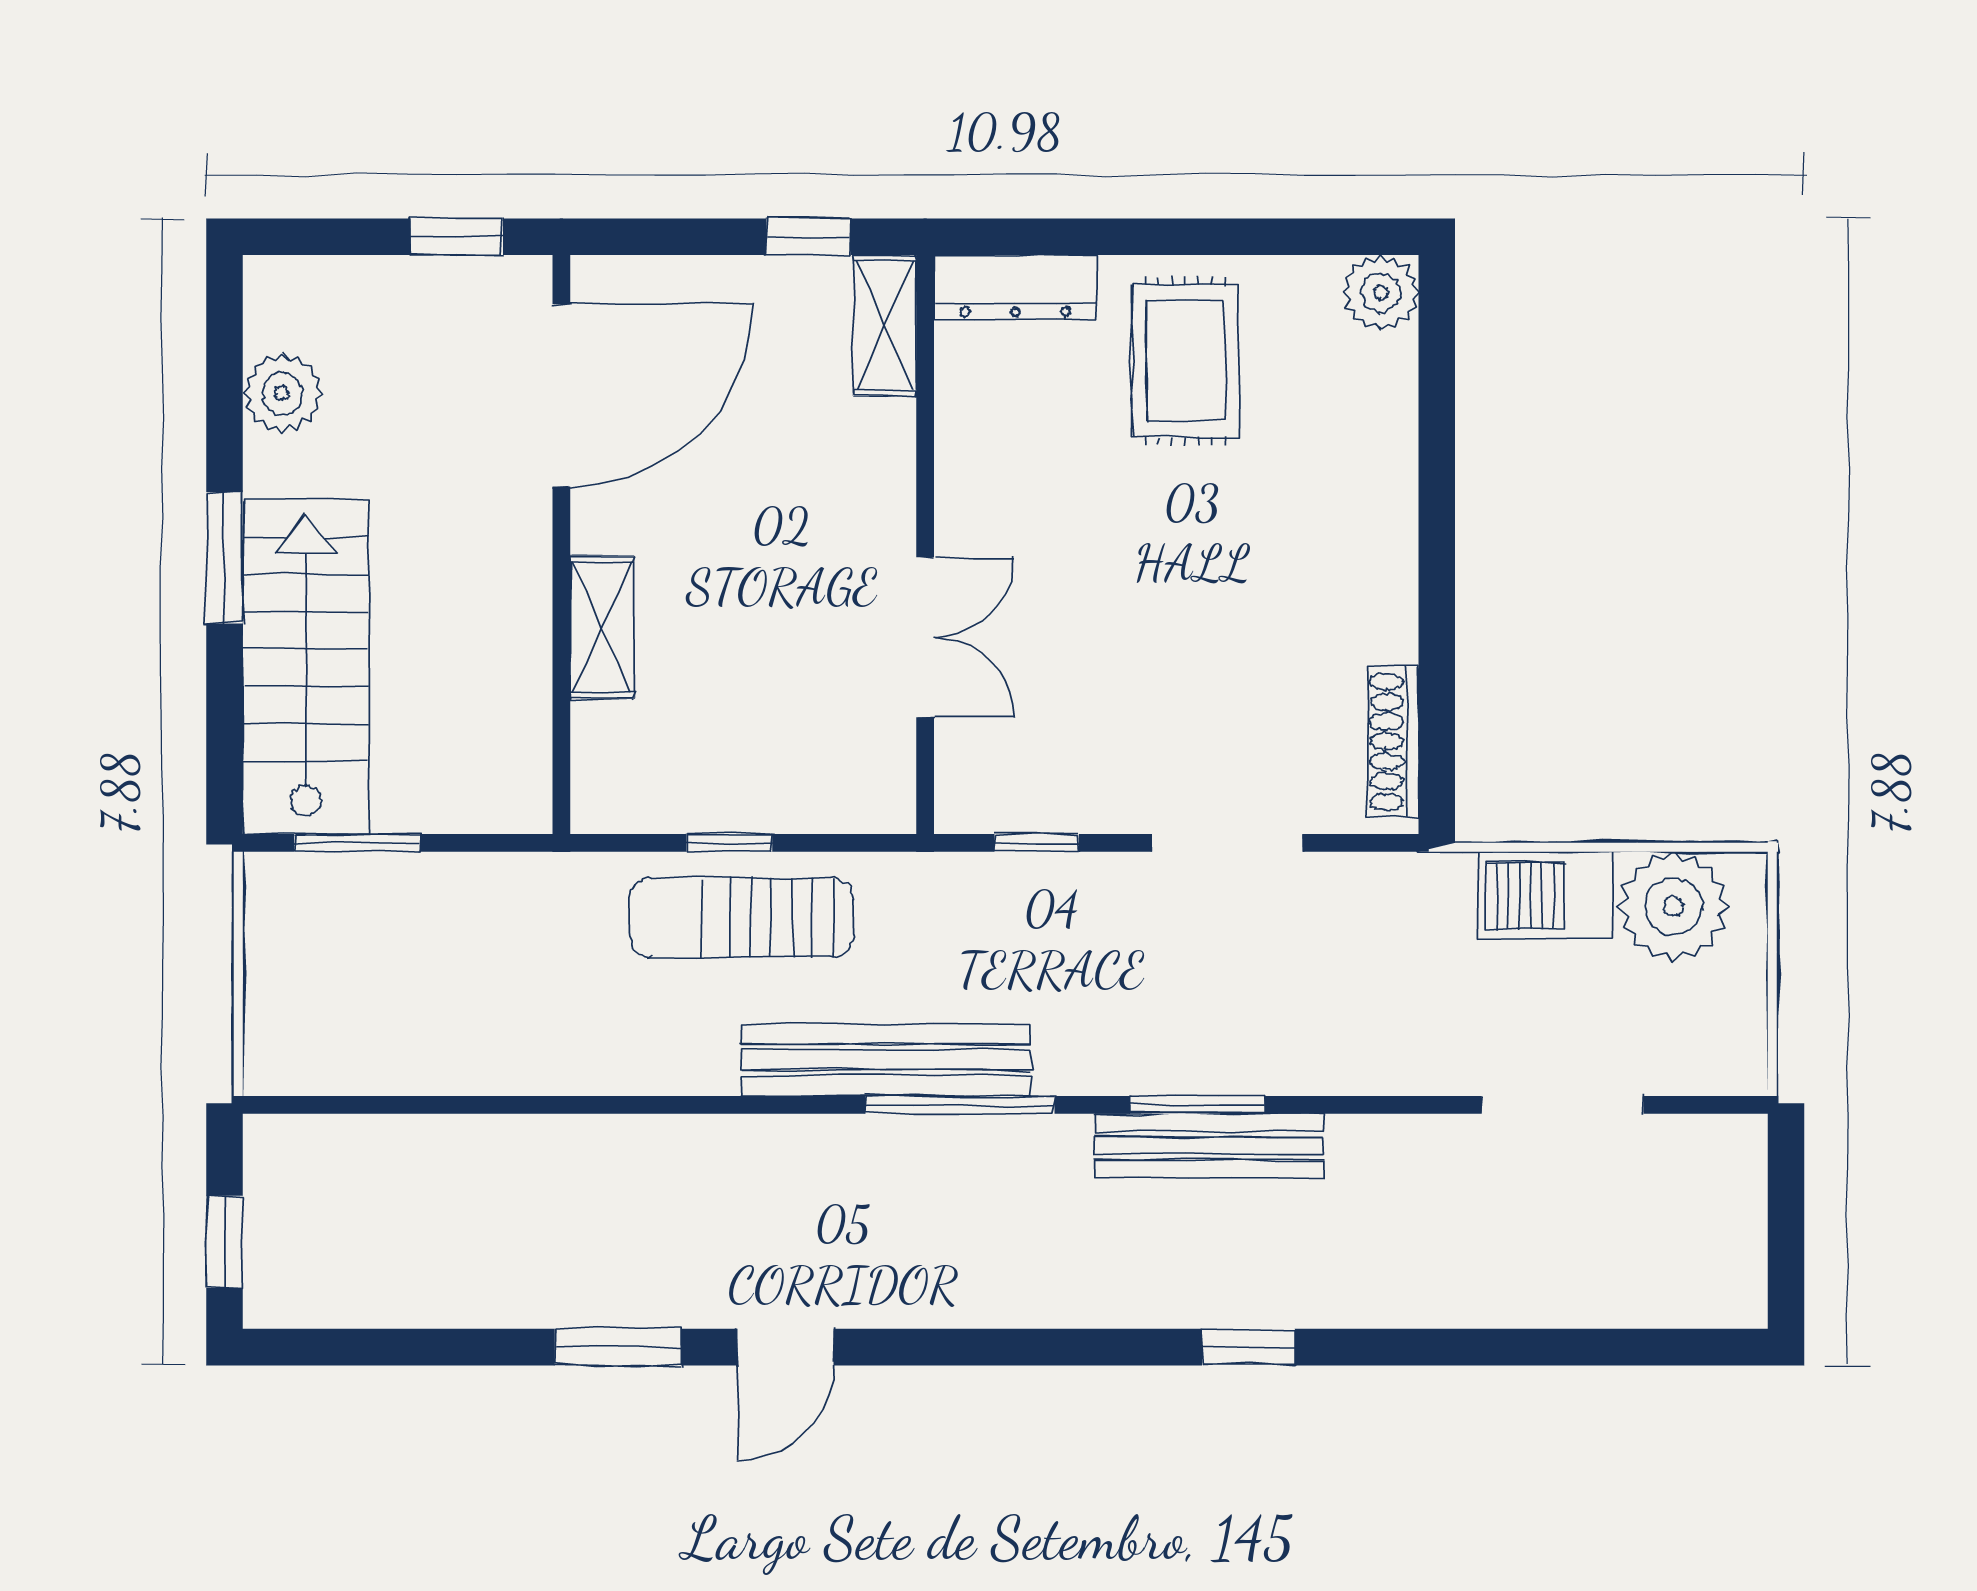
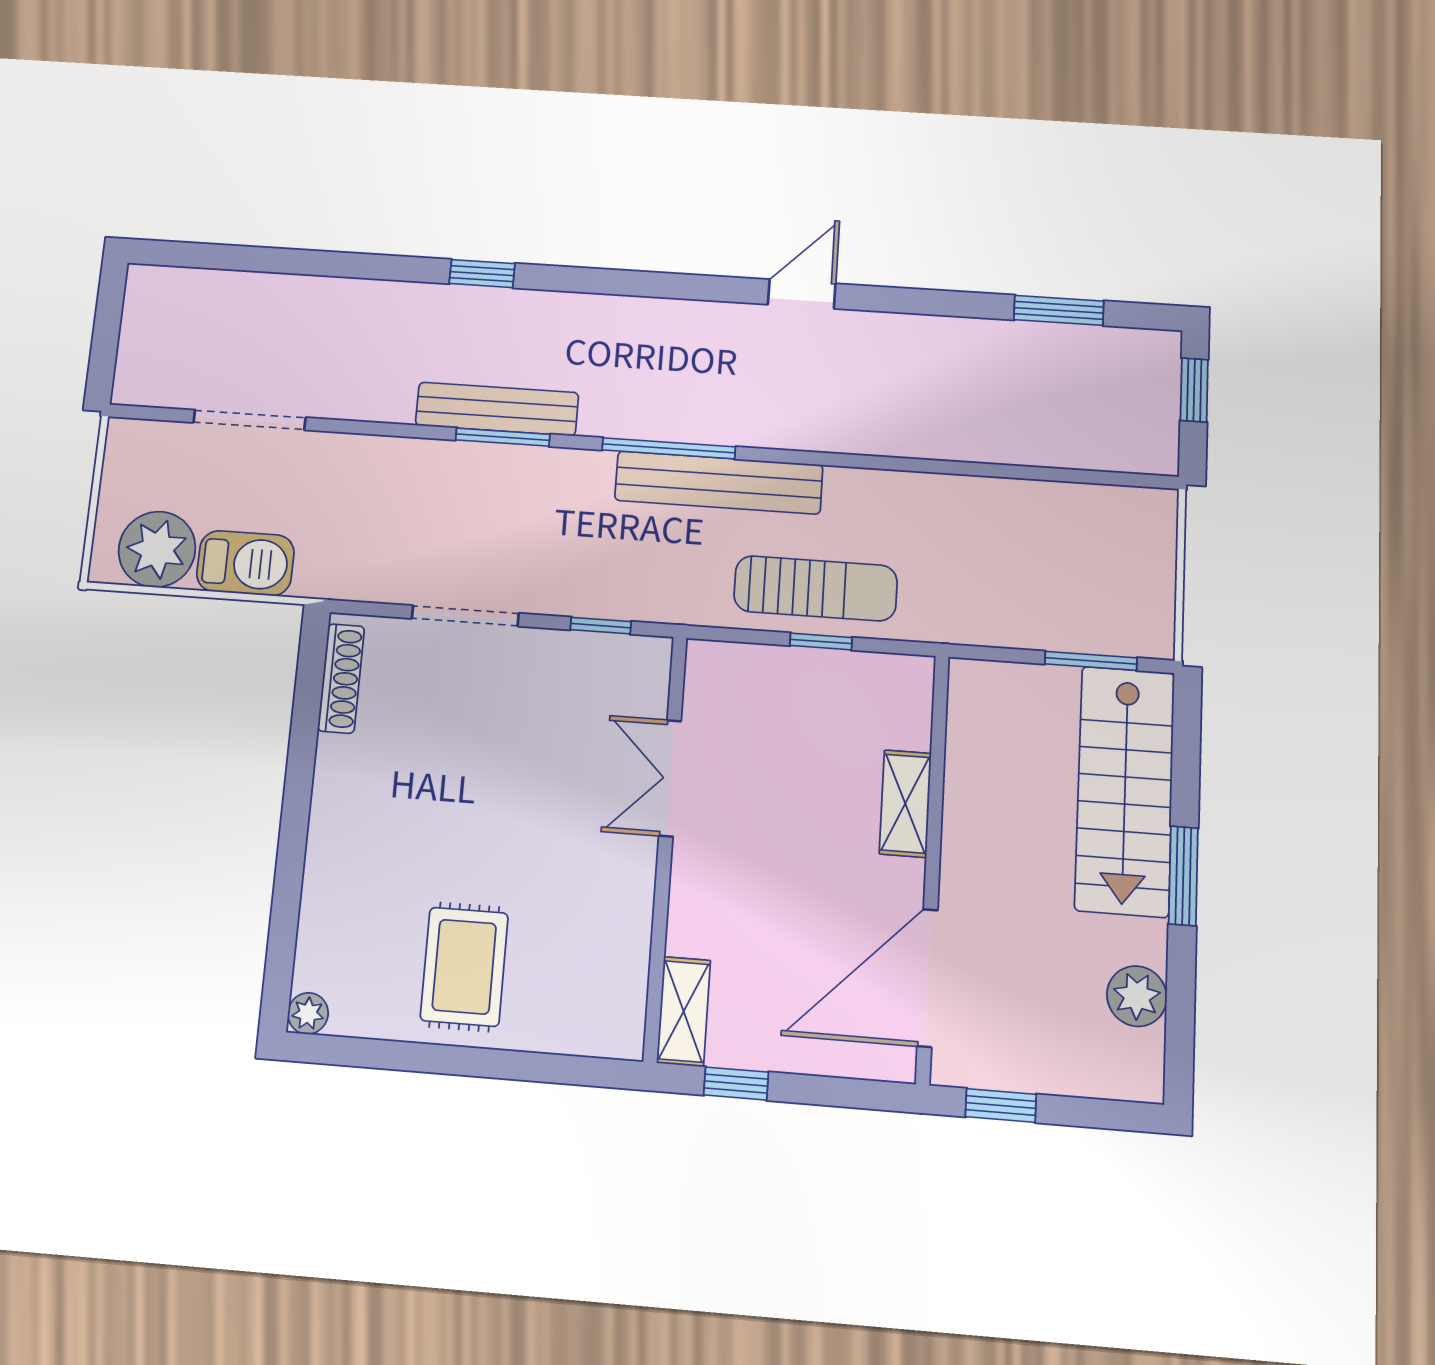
dresser: (1015, 287) -> (585, 1033), removed
plant: (1381, 293) -> (308, 1013), width x0.73, depth x0.73
window: (618, 1347) -> (1059, 310), moved

